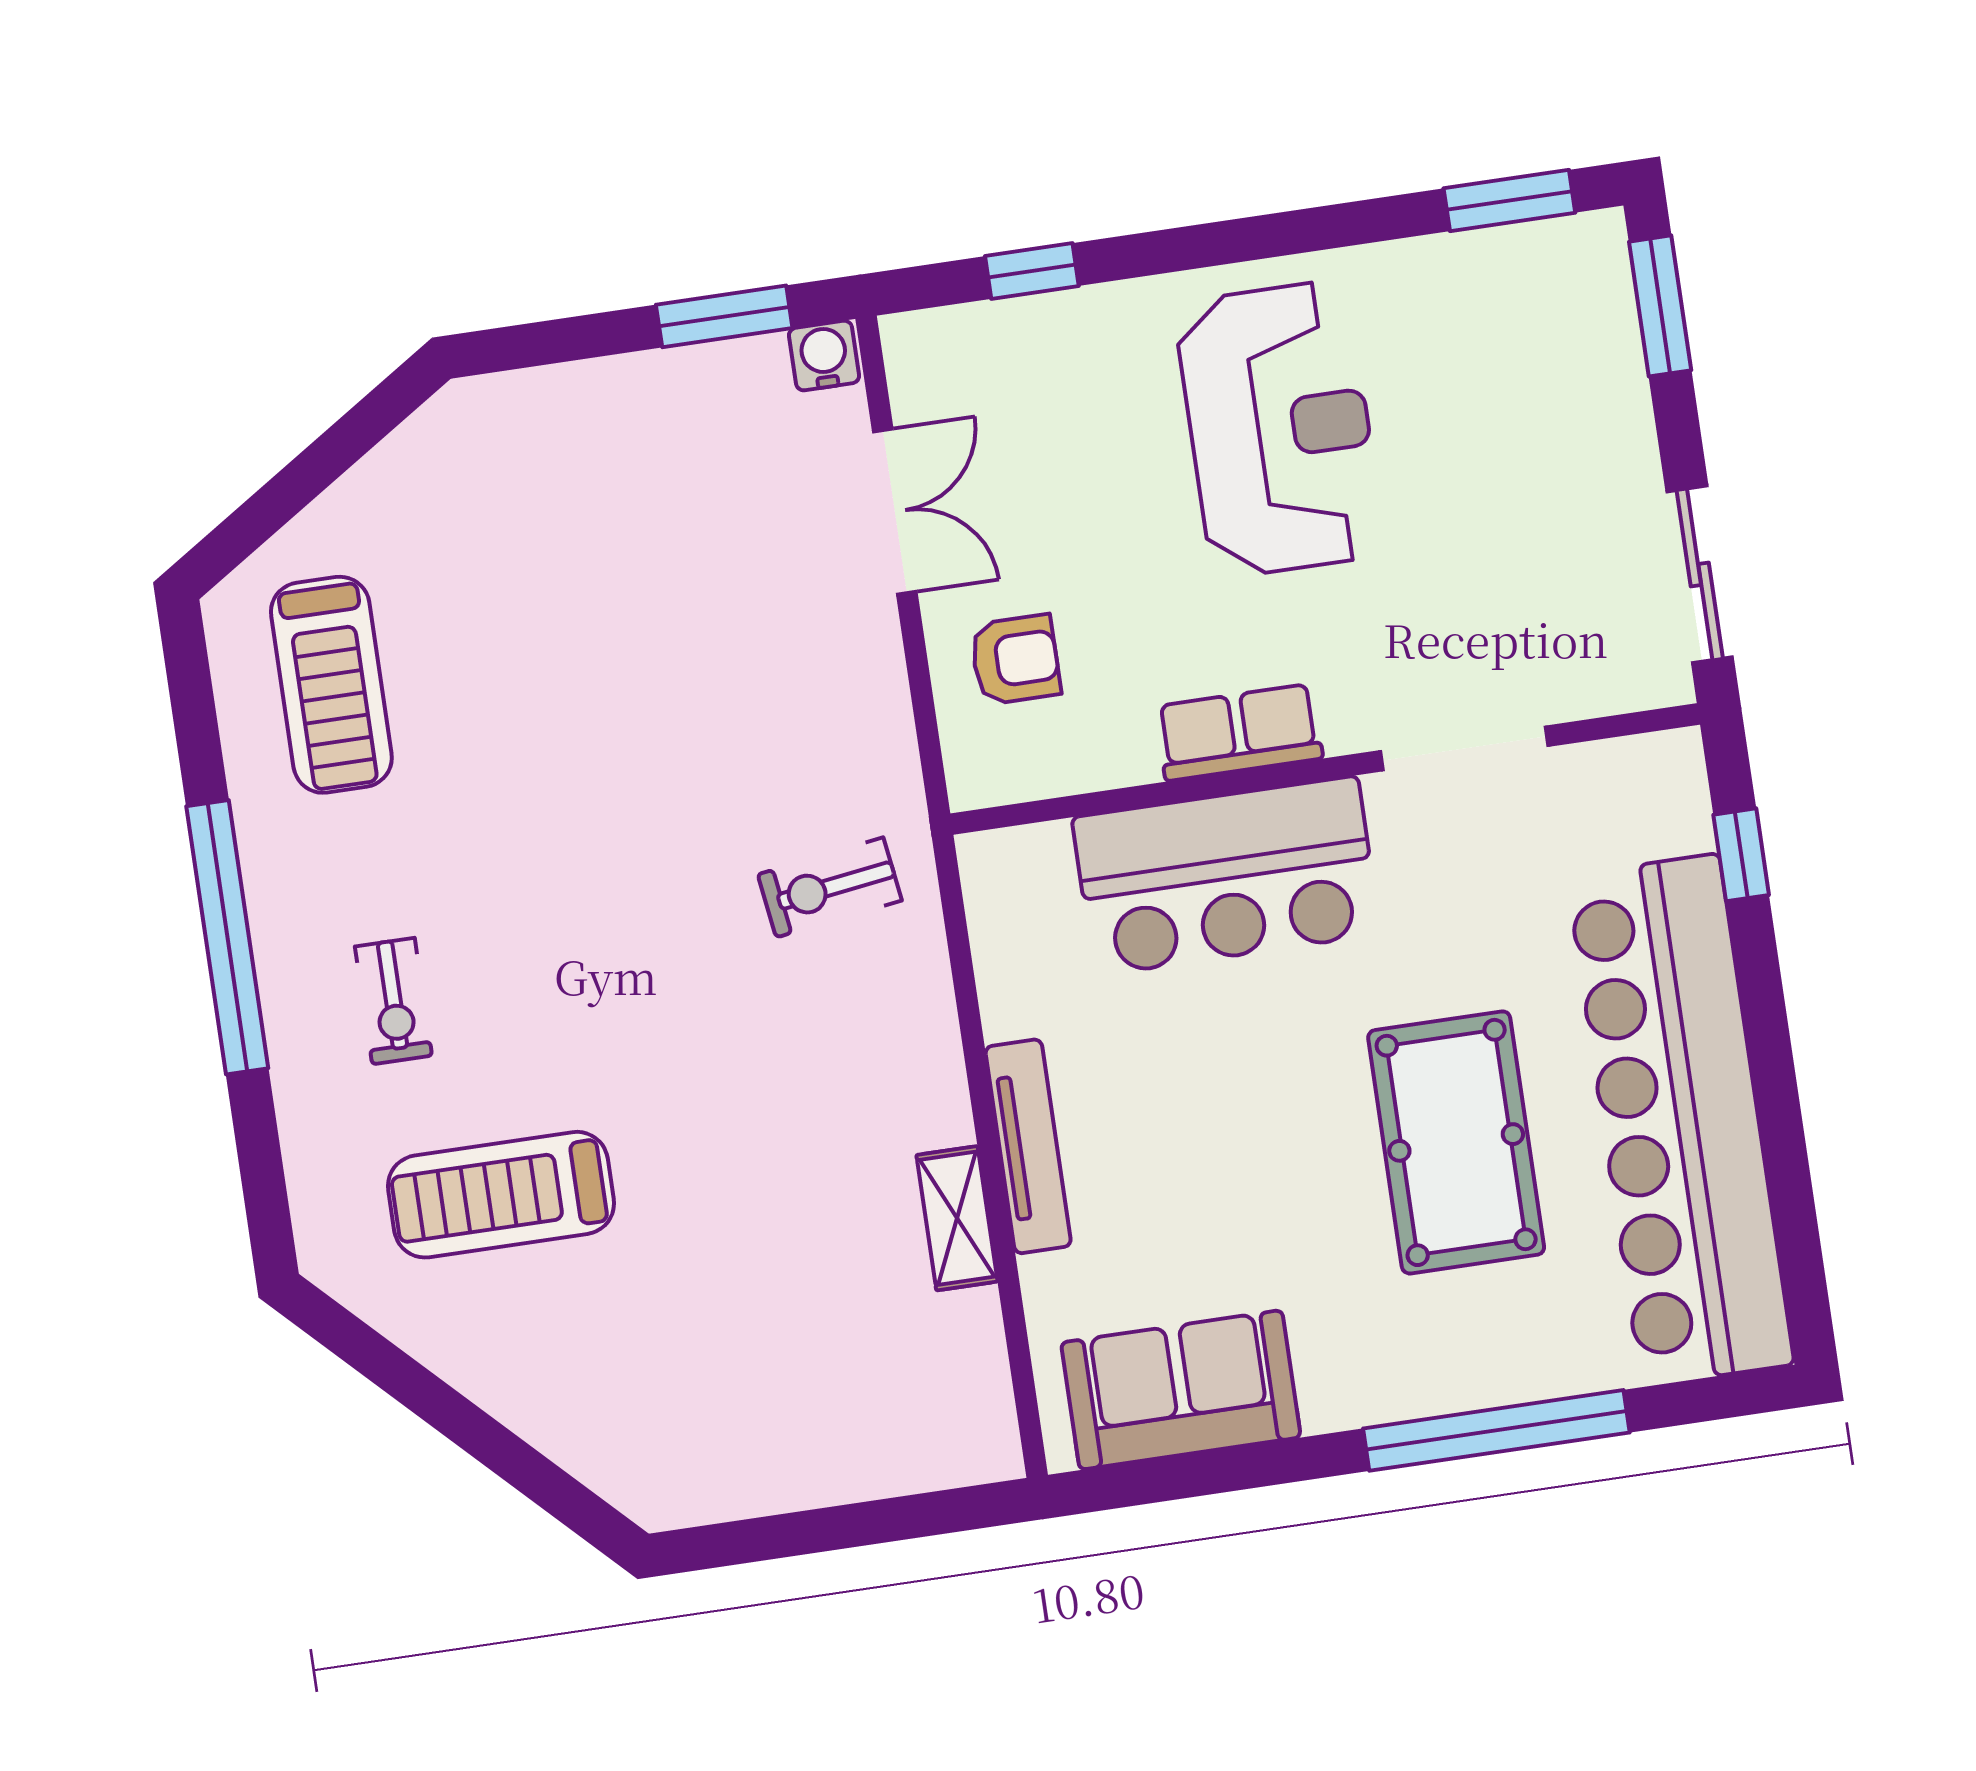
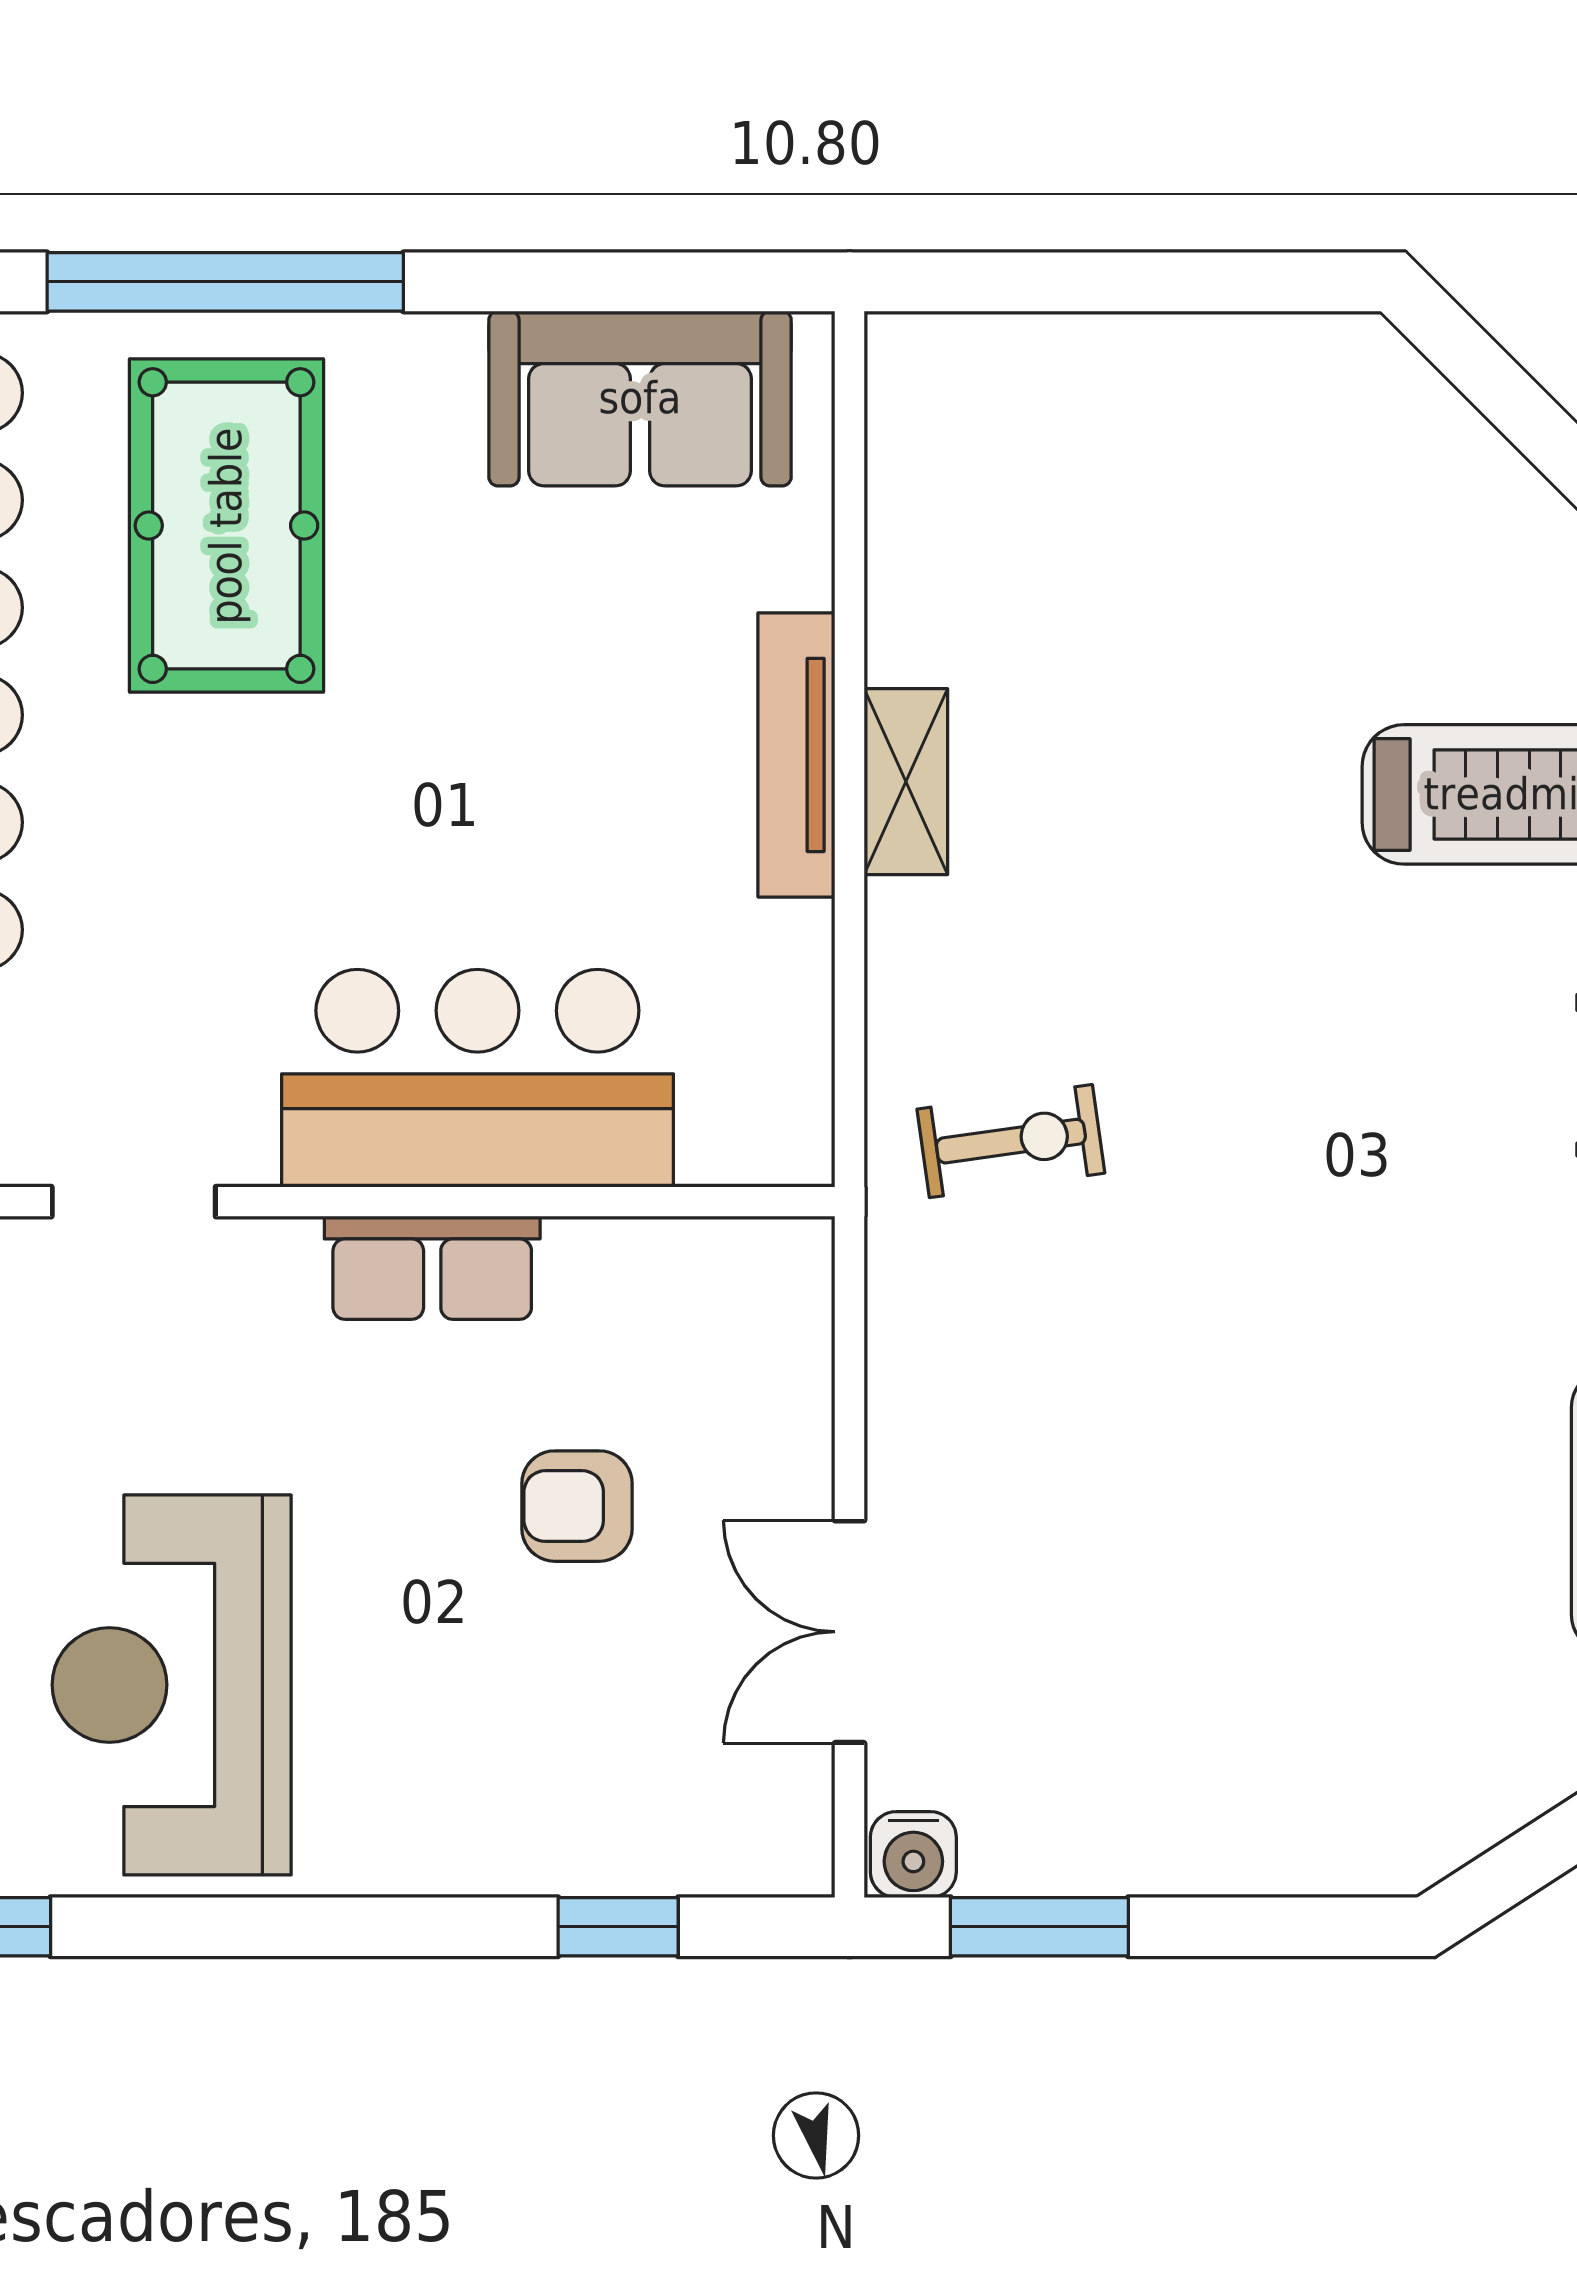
reception desk: (1280, 429) -> (172, 1685), moved
armchair: (1015, 660) -> (577, 1506), moved
doorway: (1464, 749) -> (134, 1202), width x0.73
pool table: (1456, 1142) -> (226, 526), moved
shelving: (957, 1218) -> (906, 782), moved

